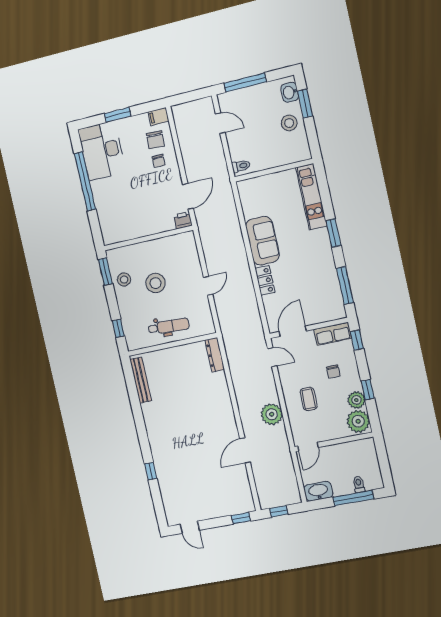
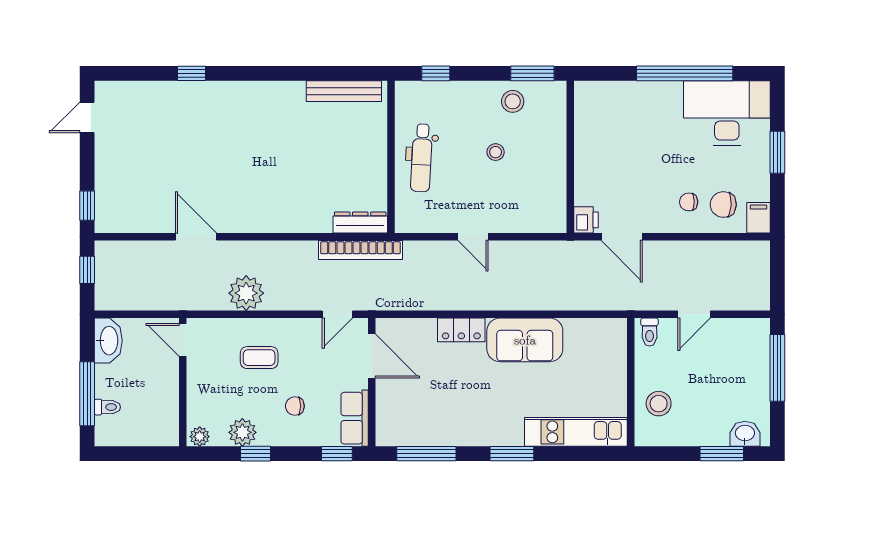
door: (220, 123) -> (694, 314), moved
stool: (289, 123) -> (659, 404), moved
stool: (156, 283) -> (496, 152), width x0.53, depth x0.53
bookcase: (231, 351) -> (361, 250), added
plant: (358, 421) -> (200, 437), width x0.53, depth x0.53

